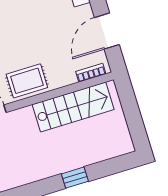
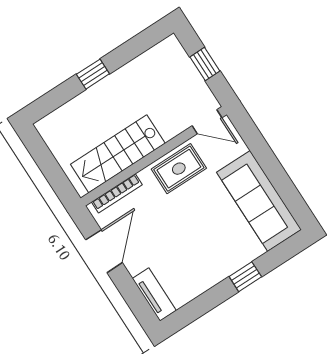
bookcase: (91, 73) -> (117, 193), width x1.56

